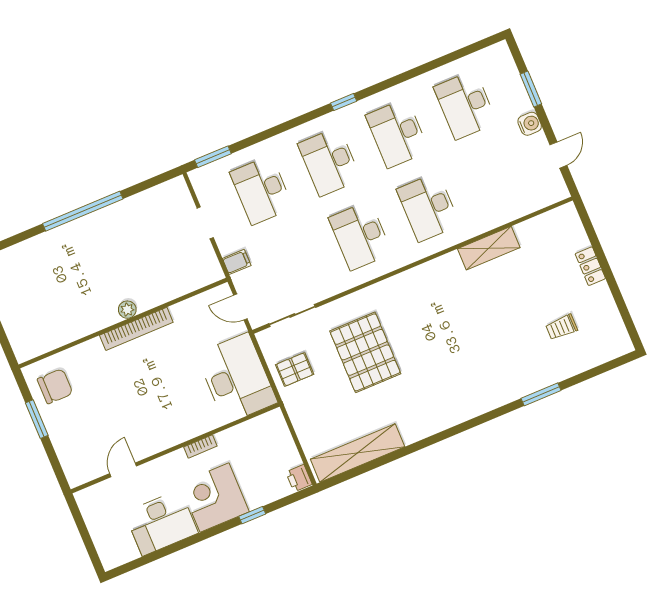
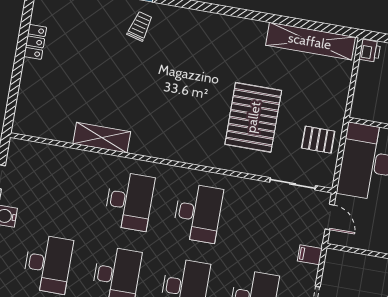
locker: (590, 266) -> (35, 42), moved
trolley: (562, 327) -> (140, 26), moved, turned -75

